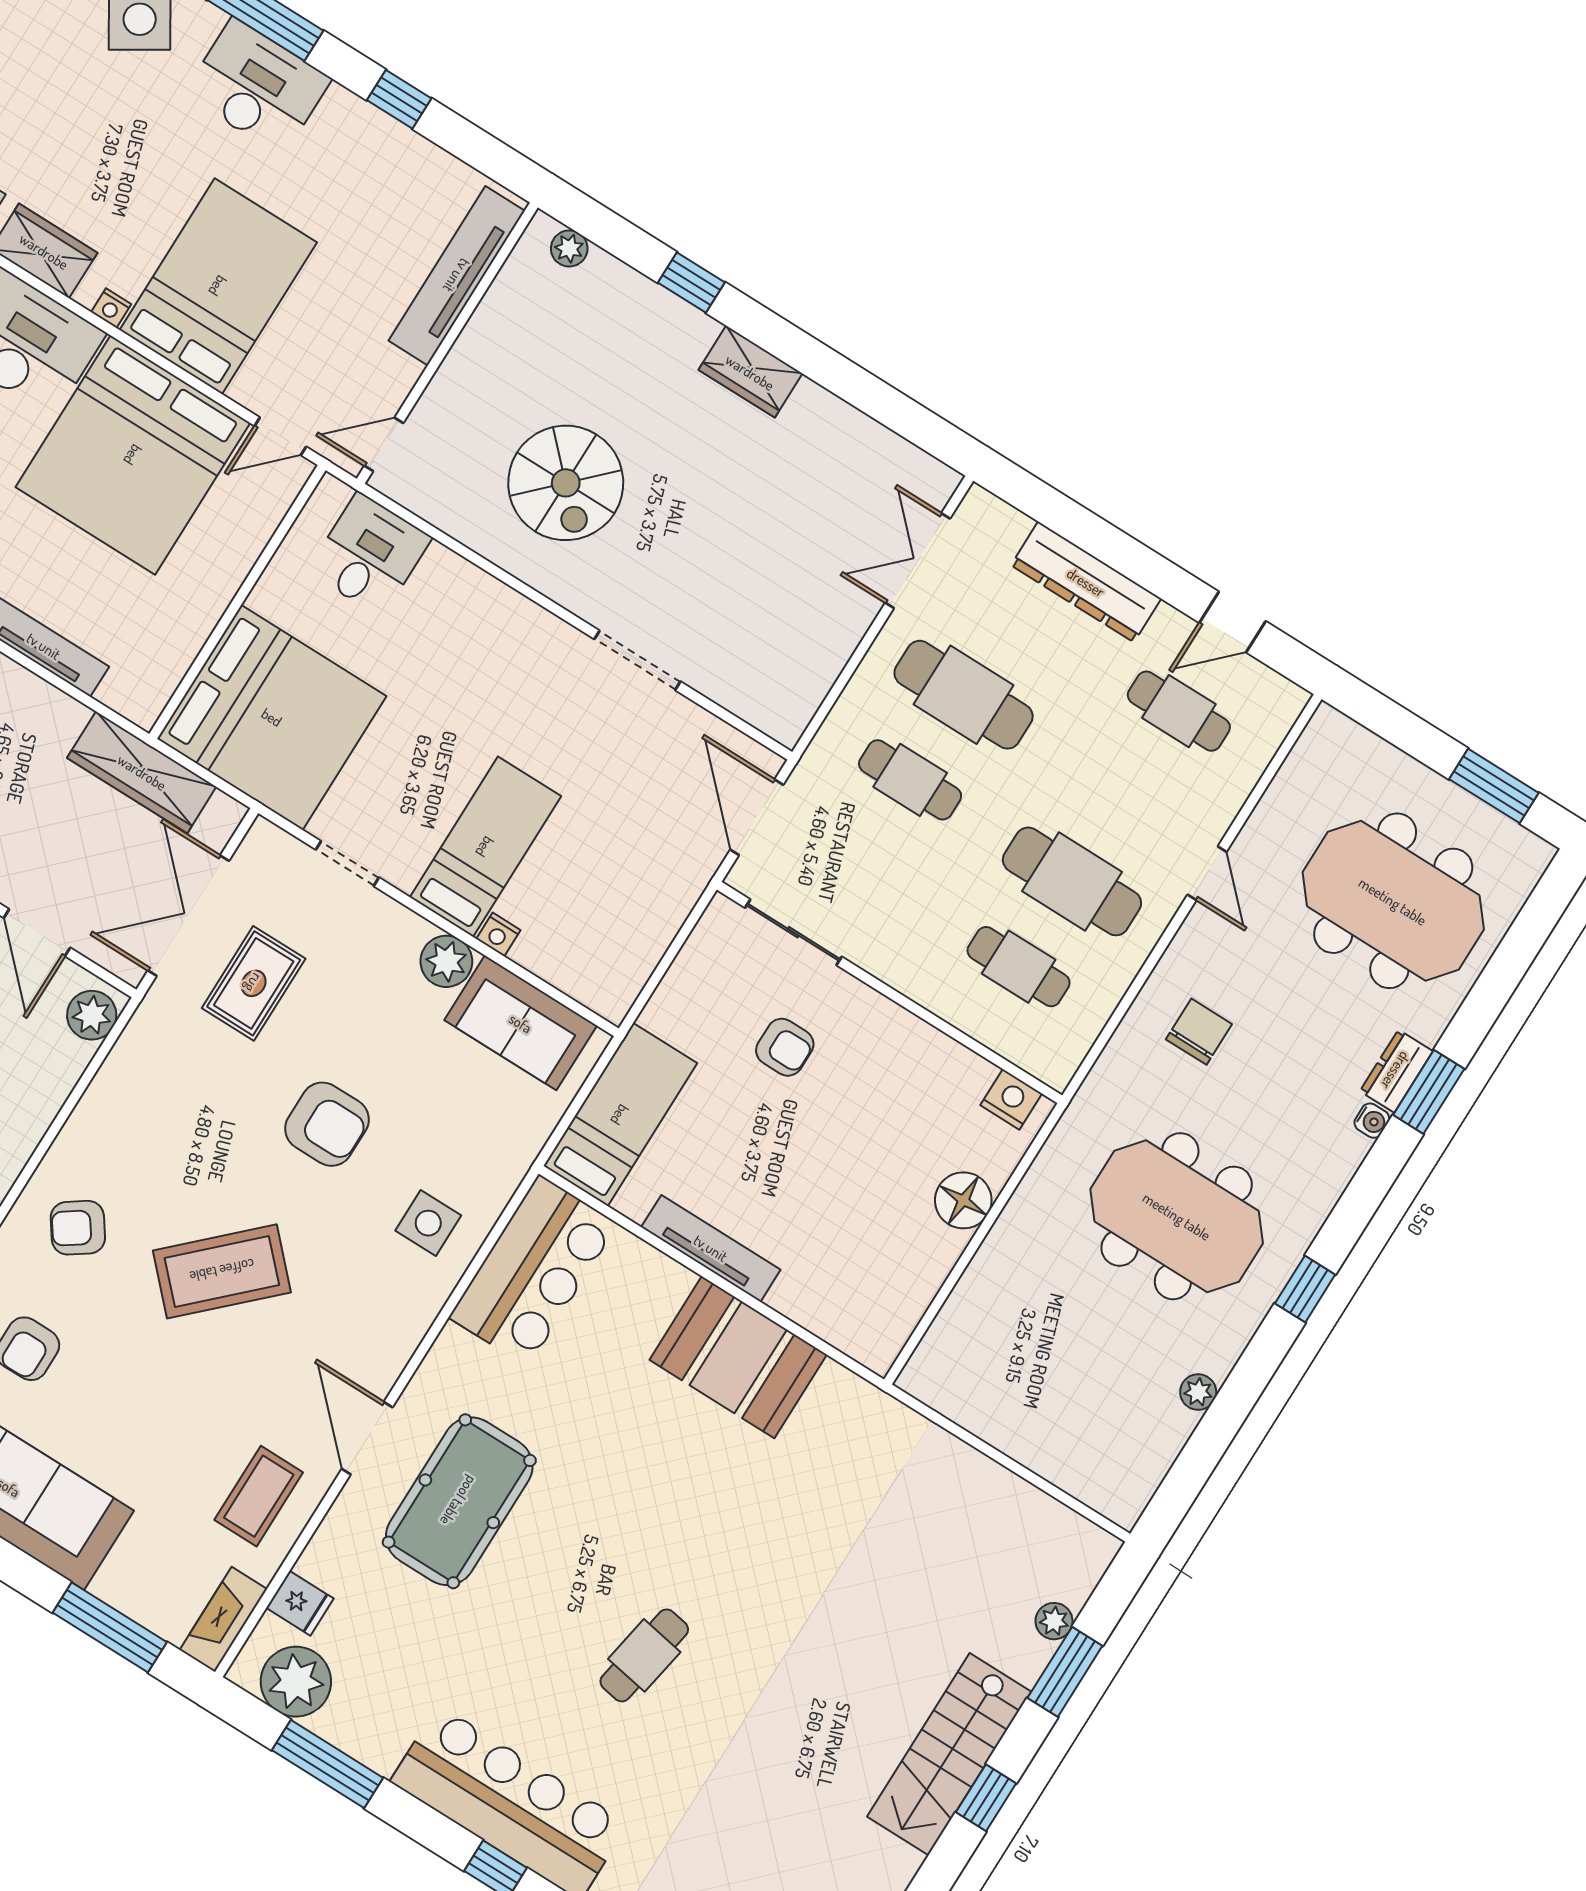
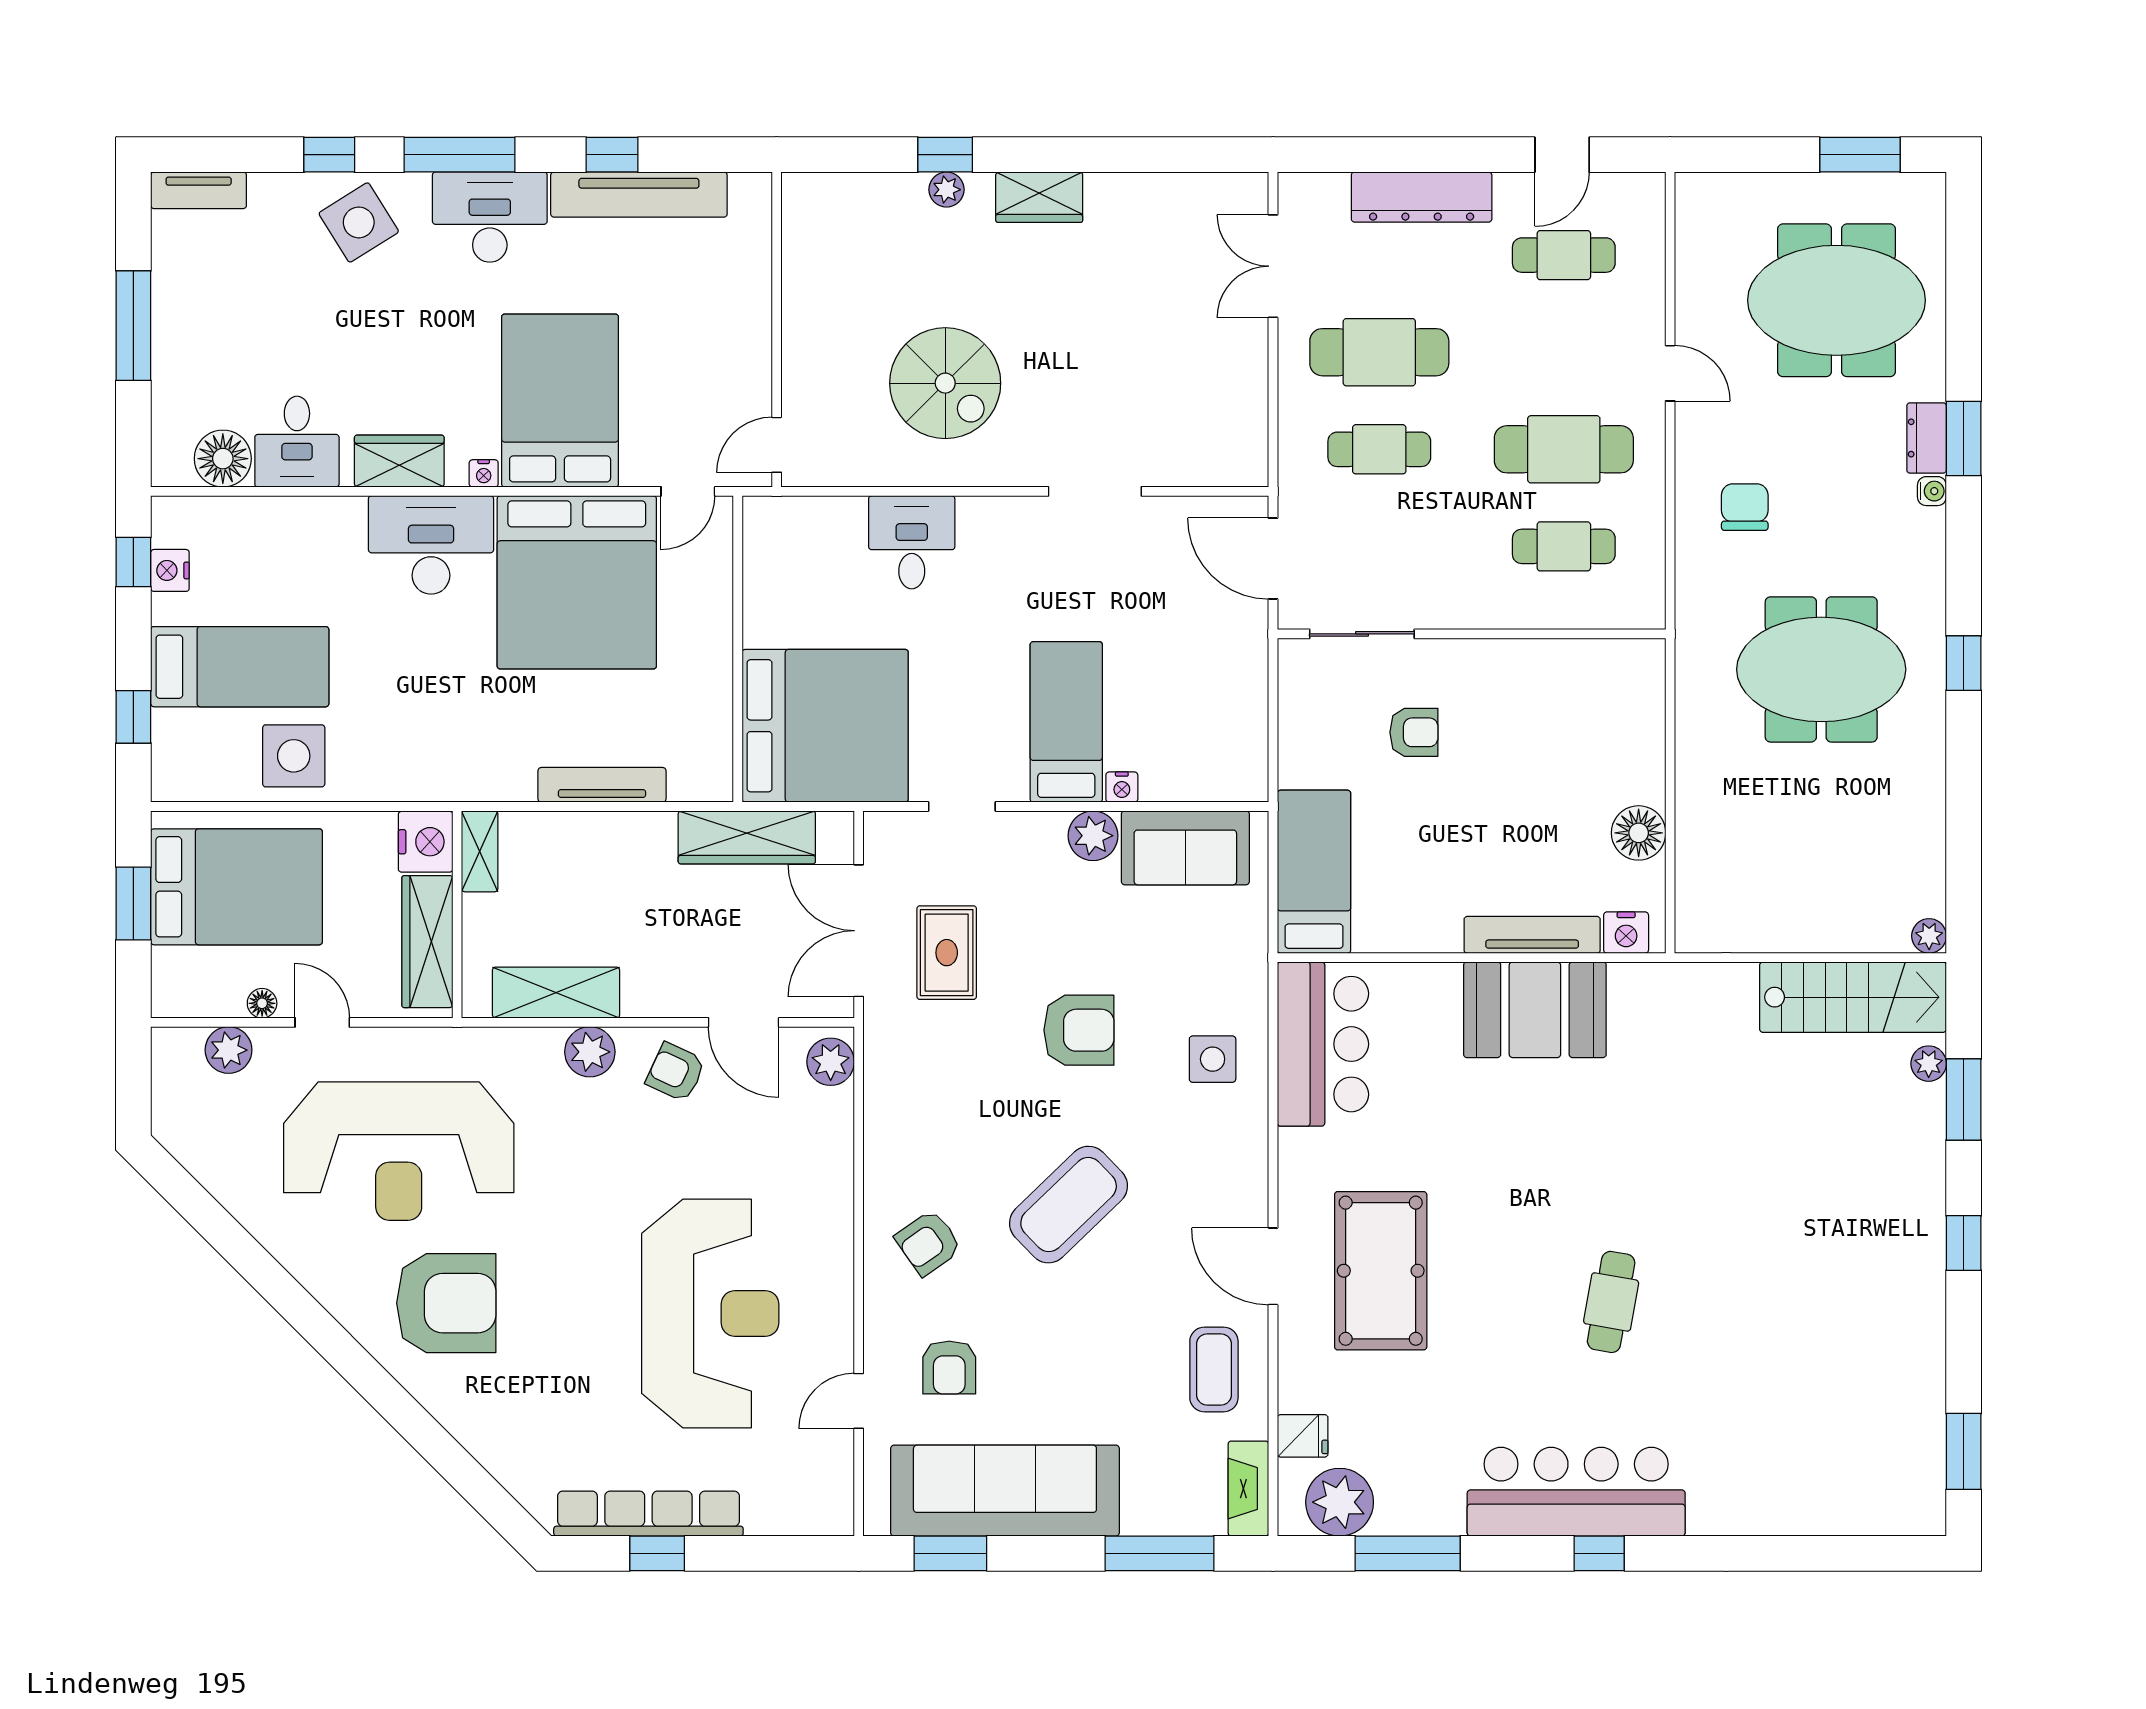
plant: (569, 248) -> (947, 190), moved
tv unit: (457, 276) -> (639, 195), moved, turned -90
desk: (370, 554) -> (912, 542), moved
nightstand: (1011, 1099) -> (1626, 933), moved, turned 180
floor lamp: (963, 1200) -> (1639, 833), moved
tv unit: (711, 1248) -> (1532, 935), moved
plant: (1198, 1392) -> (1929, 936), moved
stairs: (949, 1754) -> (1853, 997), moved, turned -90

